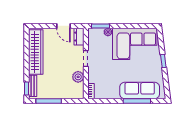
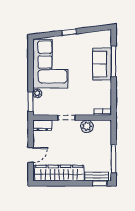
door: (63, 26) -> (31, 155), moved
sofa: (140, 91) -> (102, 64), width x0.73

